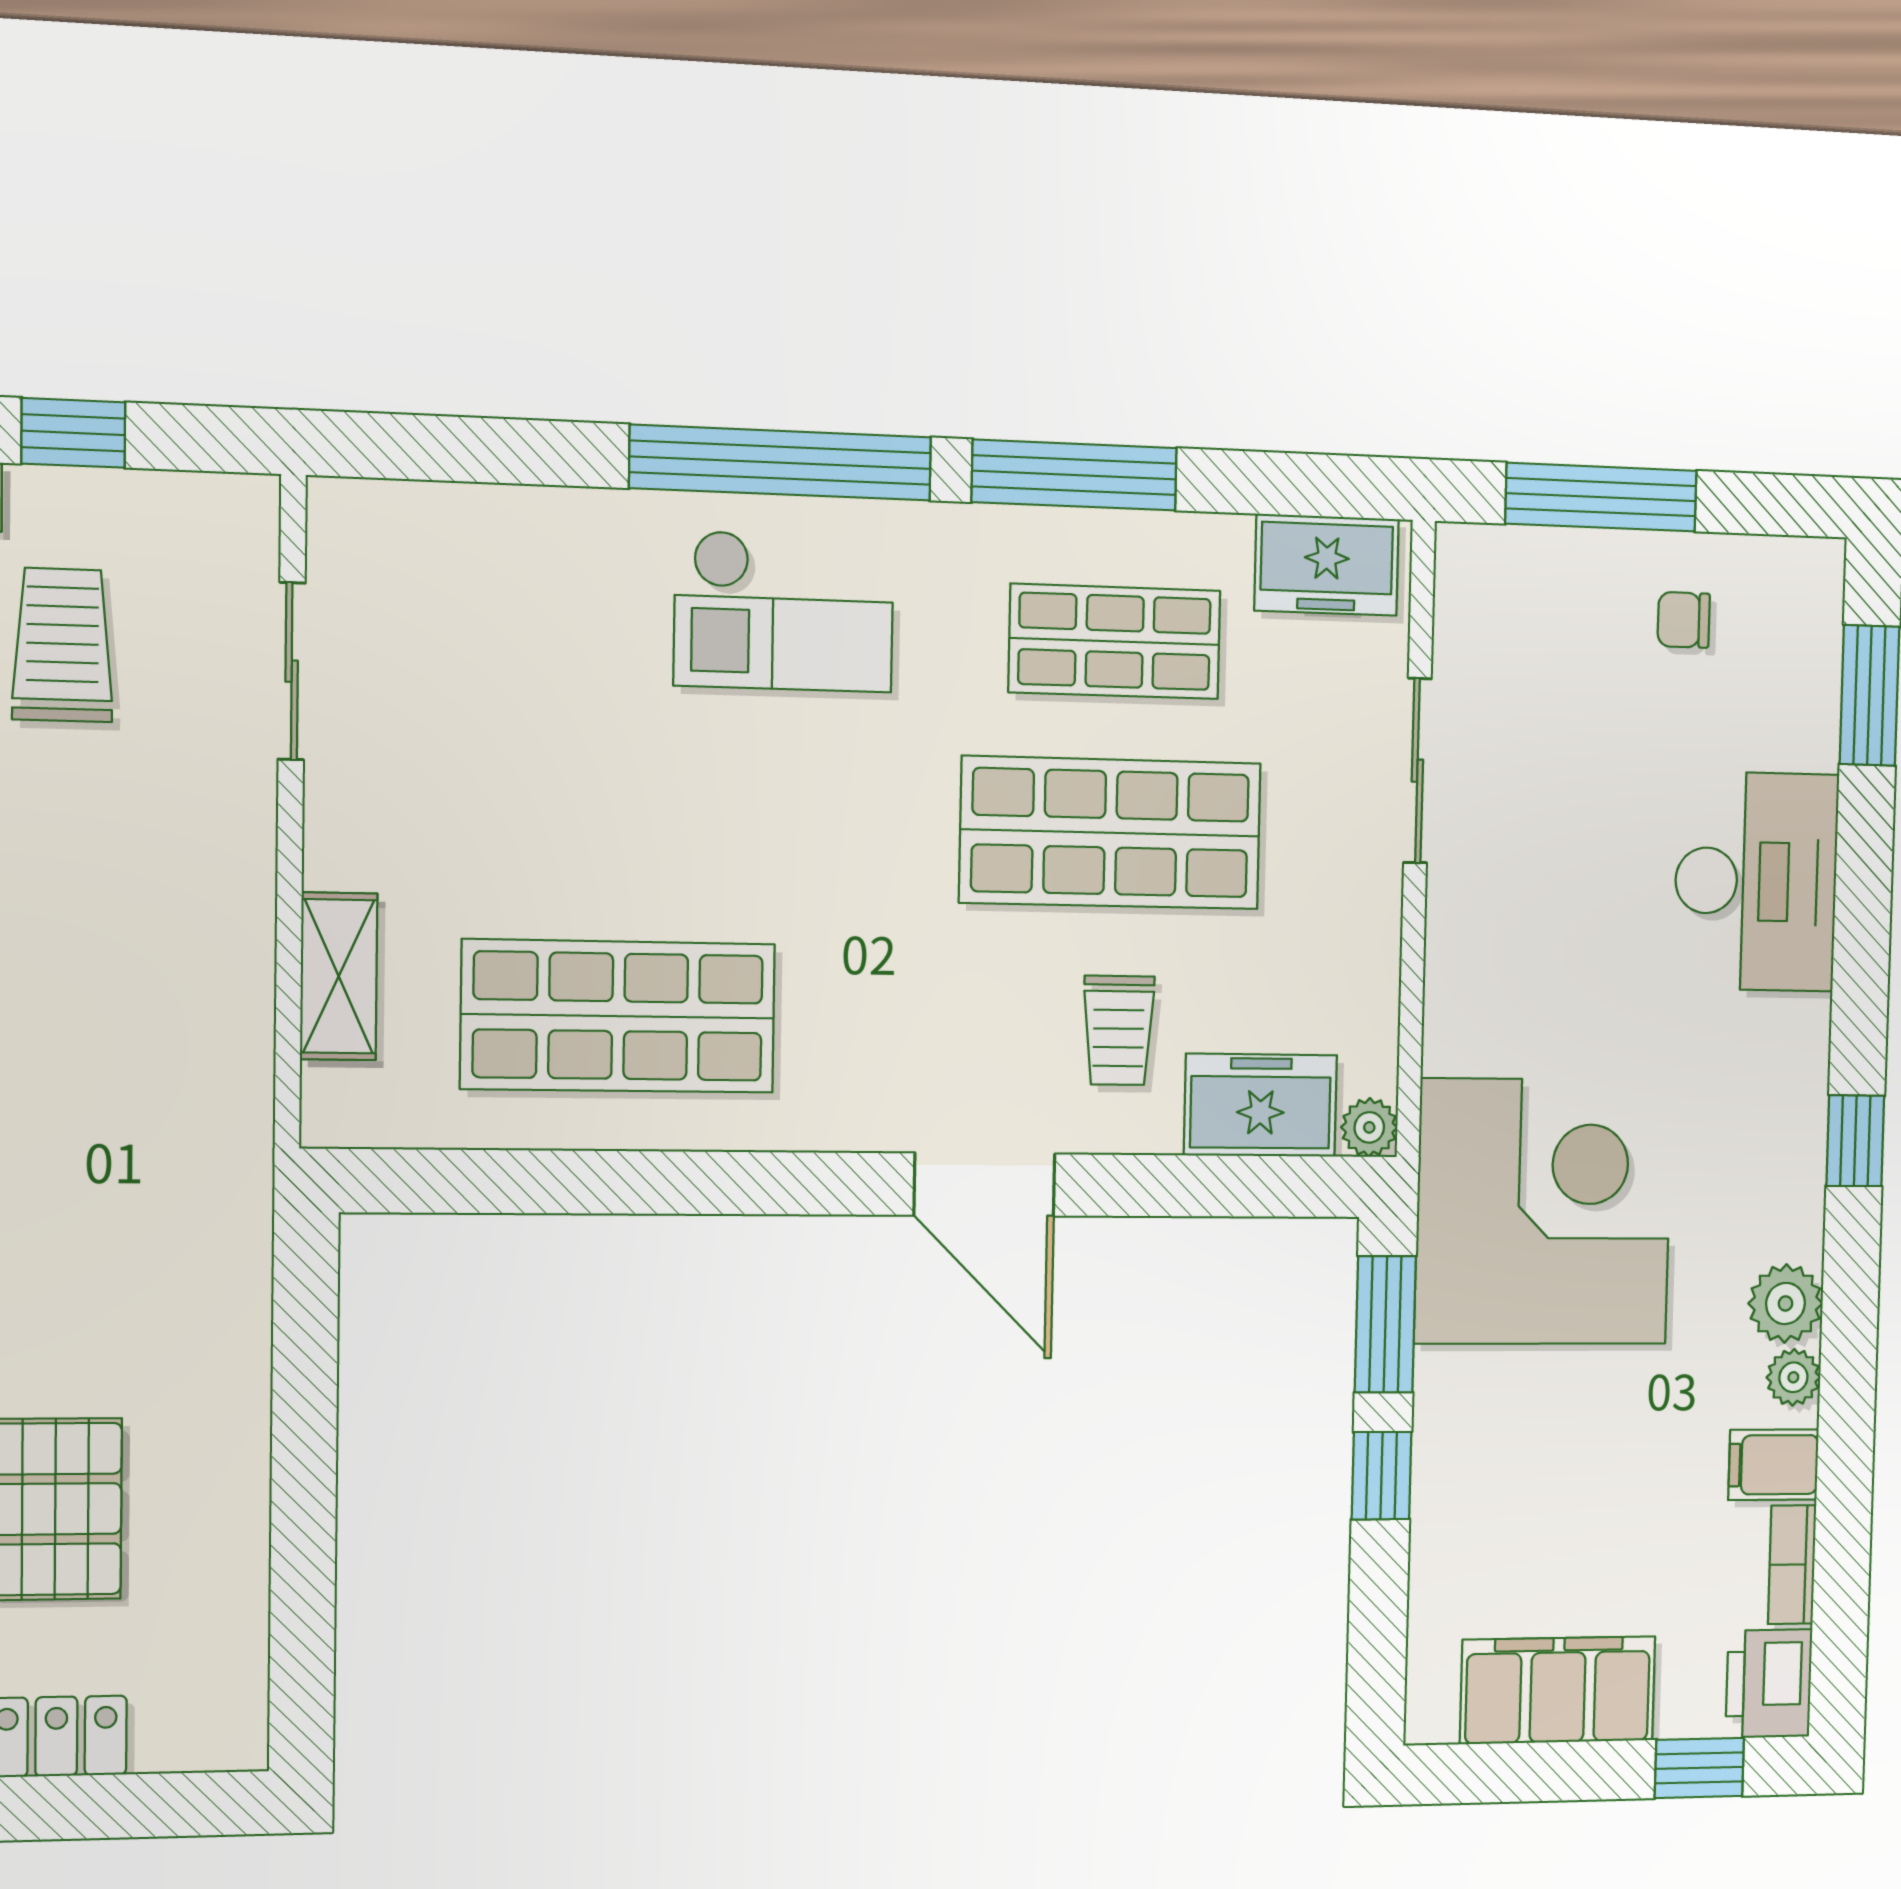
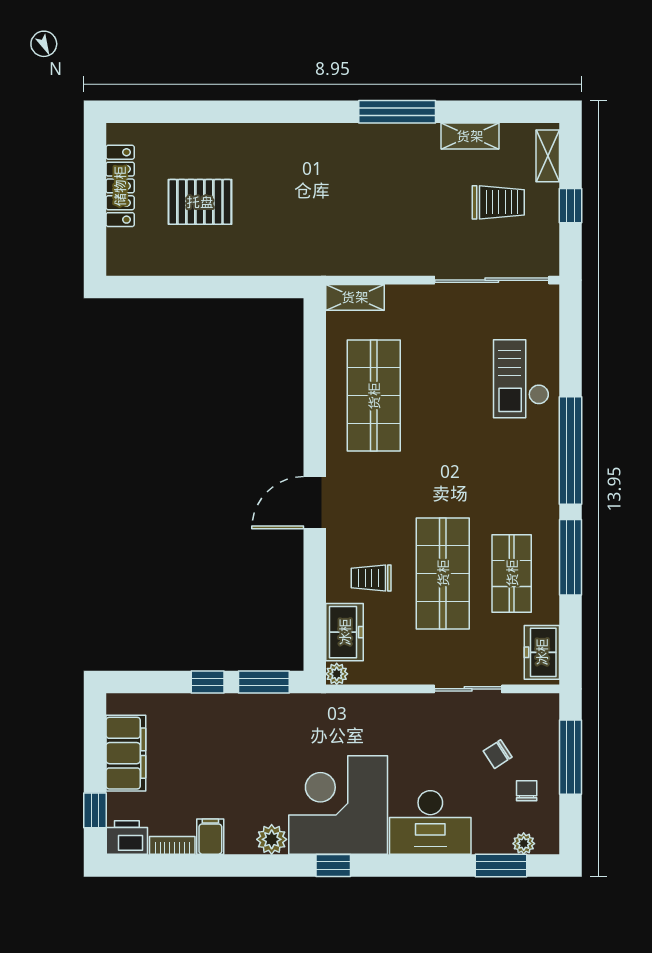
checkout: (784, 611) -> (521, 379), moved
sliding door: (292, 671) -> (492, 280), width x1.86
chair: (1588, 695) -> (498, 754), added
shelving: (339, 976) -> (355, 297), moved
door: (984, 1185) -> (315, 503), moved
corner desk: (1544, 1212) -> (338, 805), moved, turned 180
plant: (1793, 1377) -> (524, 844), moved

